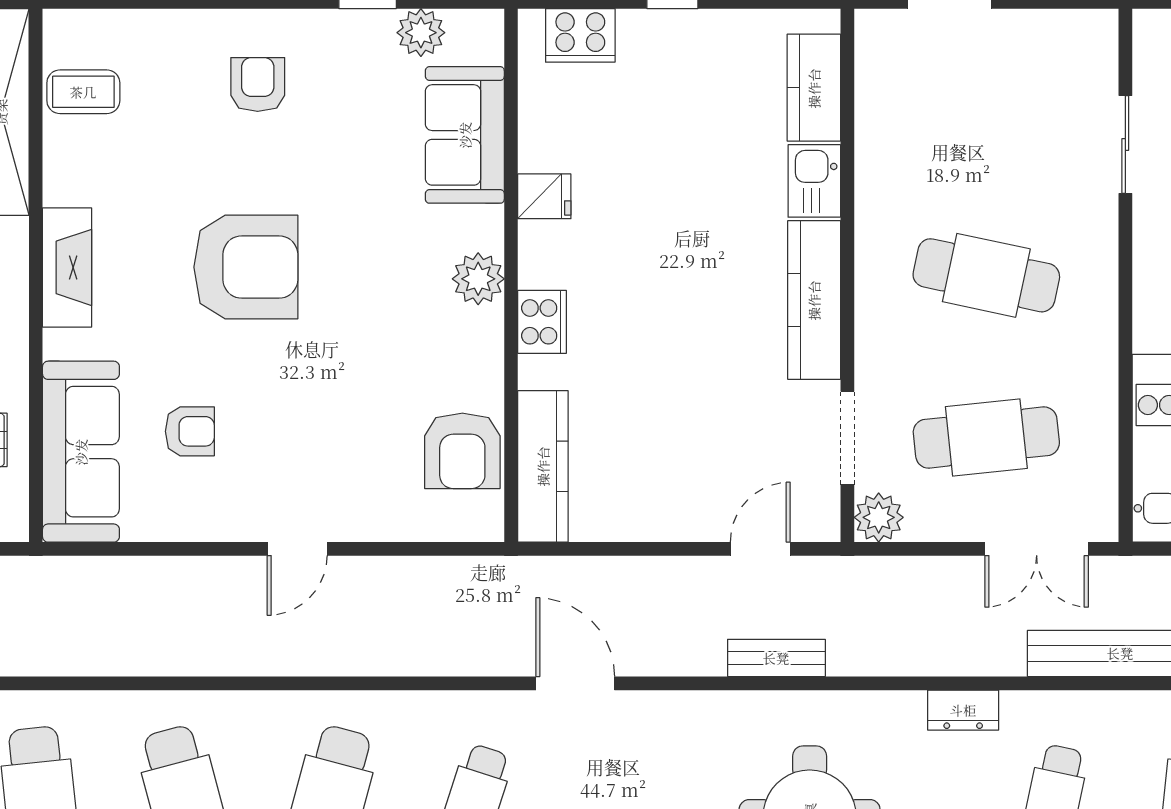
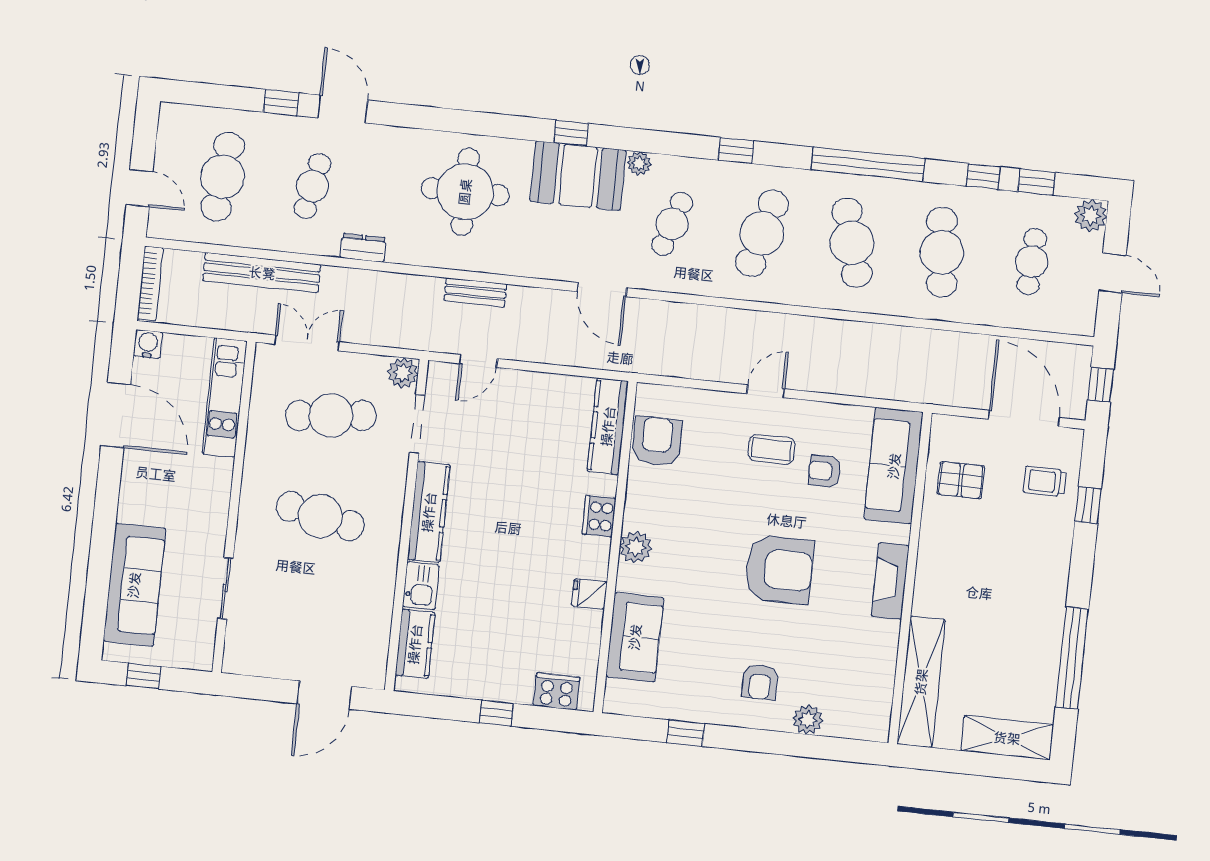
plant: (421, 33) -> (808, 720), moved
coffee table: (83, 92) -> (772, 449), moved
armchair: (246, 267) -> (779, 569), turned 180

